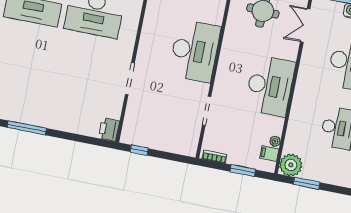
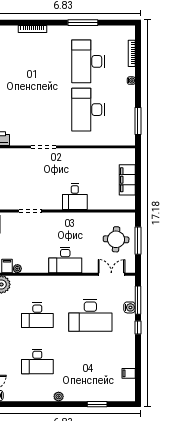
desk: (195, 51) -> (75, 197), width x0.53, depth x0.77
desk: (270, 86) -> (65, 260), width x0.73, depth x0.77

